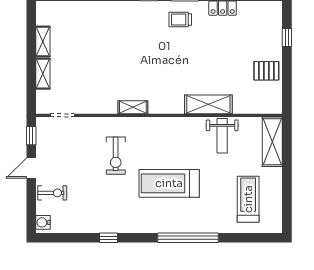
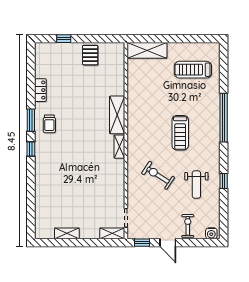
shelving: (43, 74) -> (112, 233), moved
shelving: (208, 104) -> (117, 115), moved
shelving: (133, 107) -> (119, 147), moved
weight bench: (222, 136) -> (196, 185), moved, turned 90
exercise bike: (116, 156) -> (158, 175), turned -147
treadmill: (169, 183) -> (180, 133), width x0.73, depth x0.73

